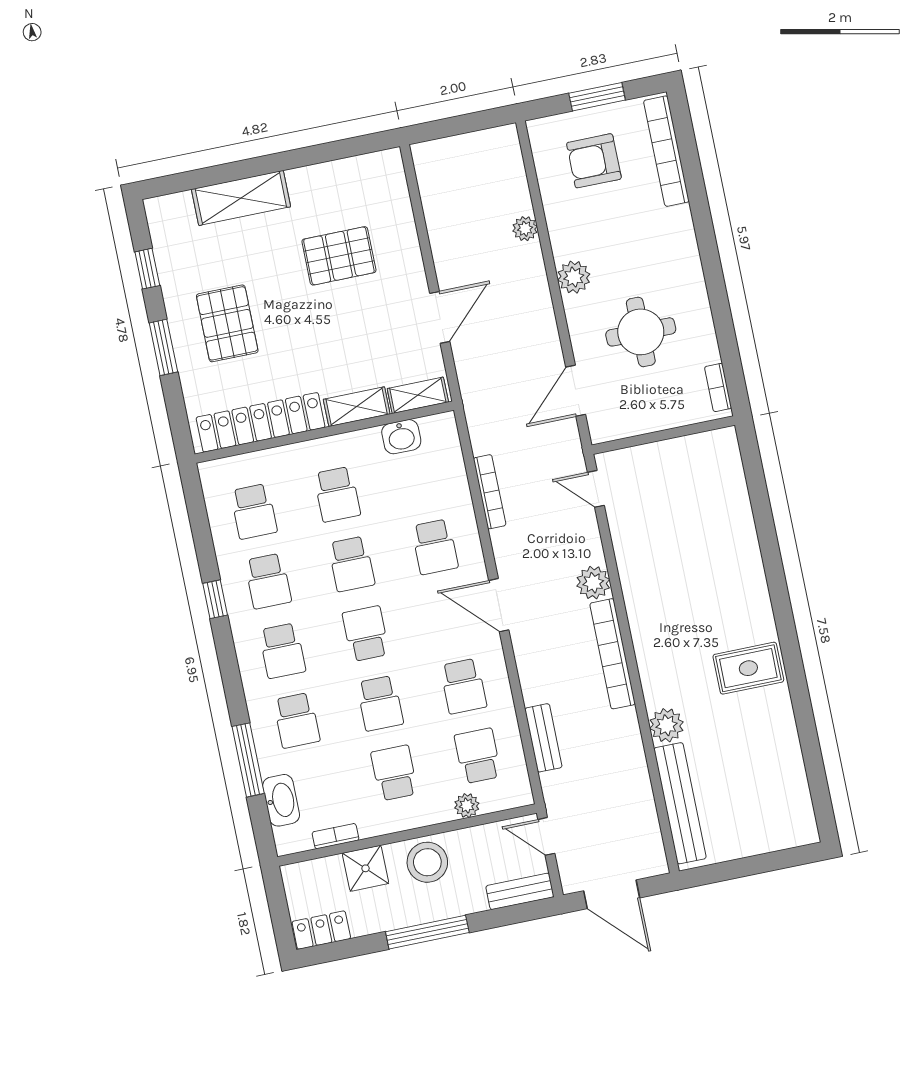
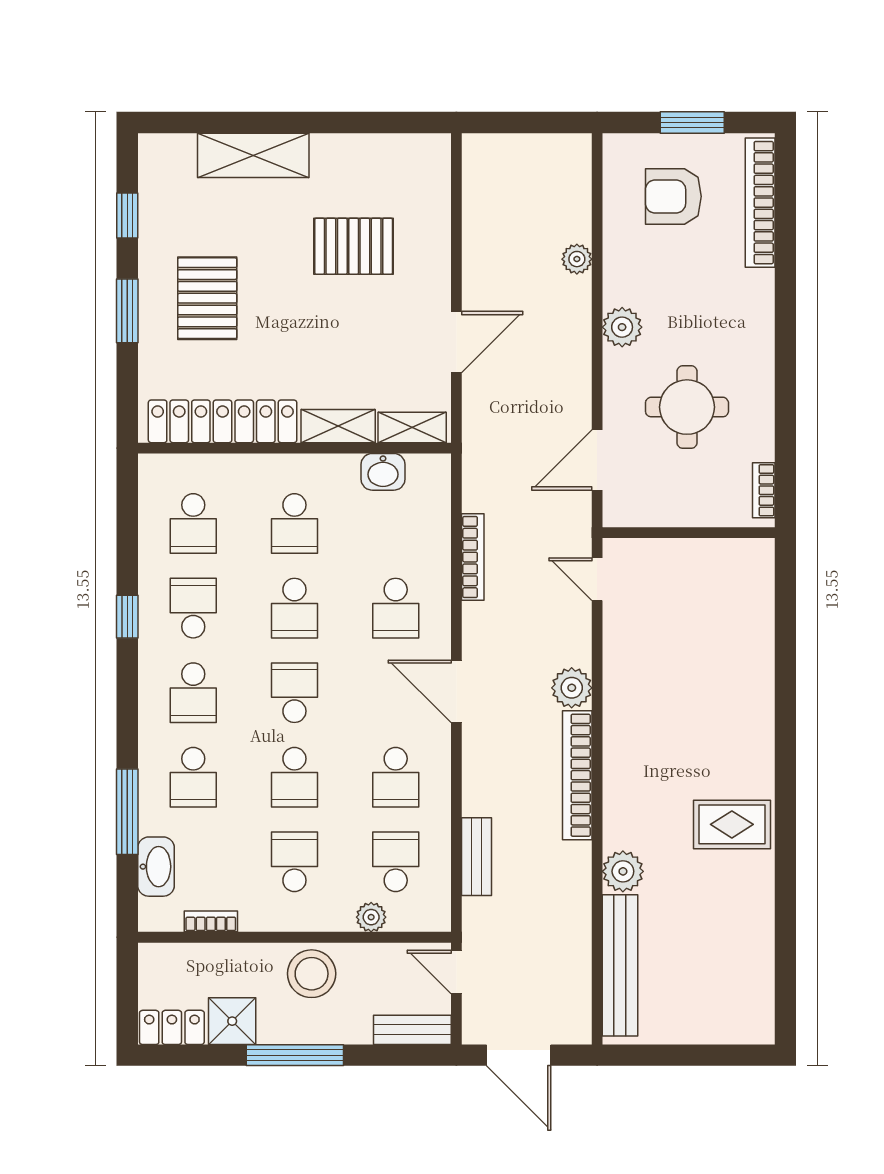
school desk: (268, 581) -> (193, 608), turned 180
shower: (366, 868) -> (232, 1021), moved

